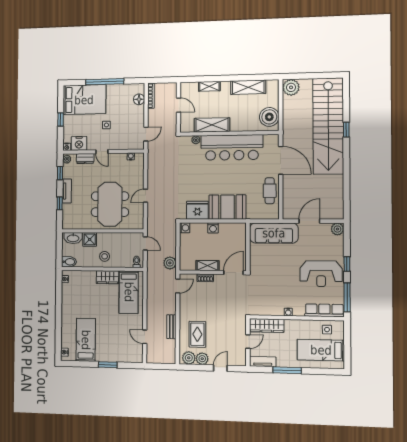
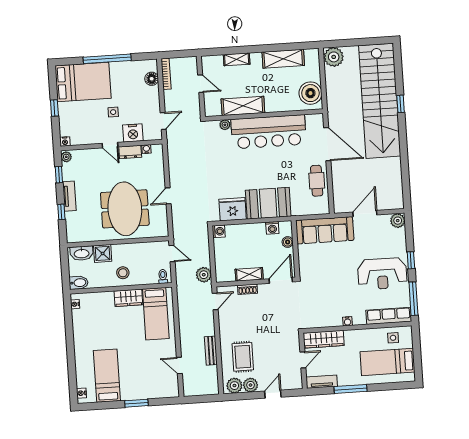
nightstand: (79, 143) -> (133, 133), moved
dresser: (85, 159) -> (130, 152), moved
washing machine: (213, 228) -> (272, 228), moved
boiler: (242, 241) -> (288, 242), added

